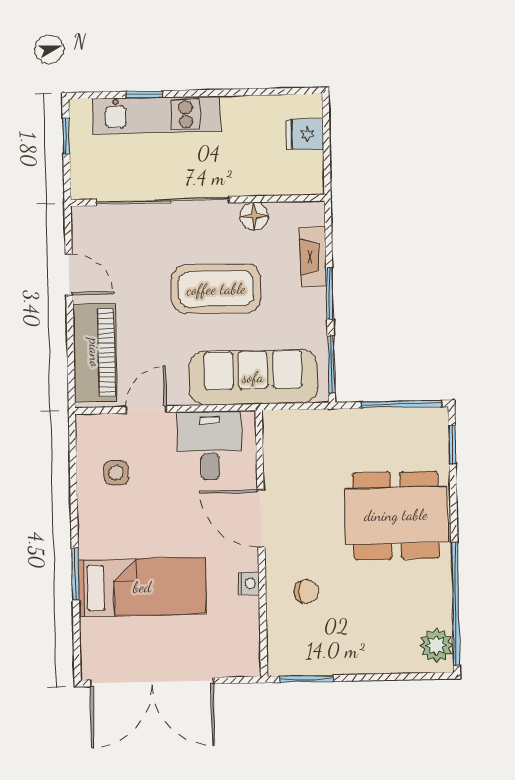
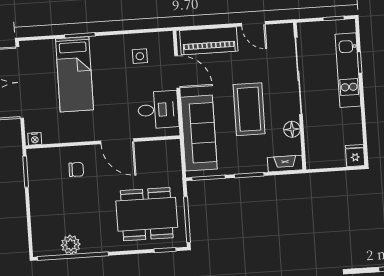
fridge: (305, 134) -> (355, 156), moved
fireplace: (313, 257) -> (285, 164), moved
door: (69, 275) -> (253, 24), hinge flipped
door: (146, 410) -> (177, 72), width x1.38
dining table: (396, 515) -> (147, 214), moved, turned 90
door: (261, 518) -> (117, 141), swing flipped
nightstand: (249, 583) -> (35, 139), moved
chair: (307, 591) -> (76, 170), turned -89
plant: (437, 645) -> (71, 245), moved

